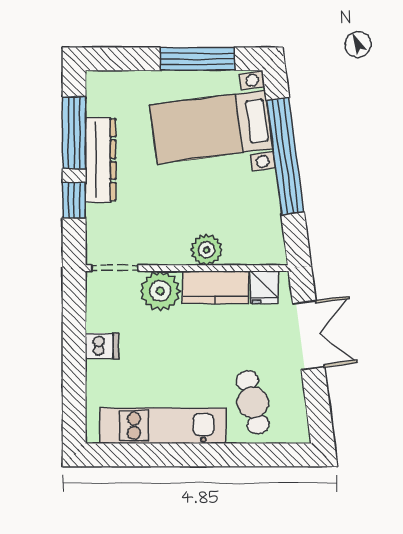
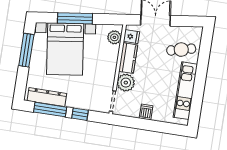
bed with nightstands: (211, 127) -> (65, 49), width x1.36
window: (285, 156) -> (75, 18), width x0.68
dresser: (101, 160) -> (47, 97), moved
plant: (207, 250) -> (114, 37), moved

